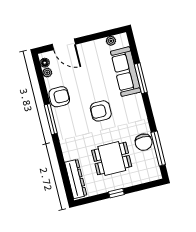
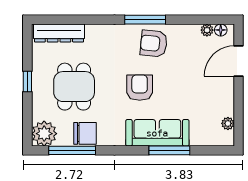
sofa: (126, 72) -> (157, 133), moved
armchair: (59, 97) -> (154, 44), moved, turned 96
chair: (144, 142) -> (85, 133), turned 180
plant: (151, 172) -> (44, 134), added

